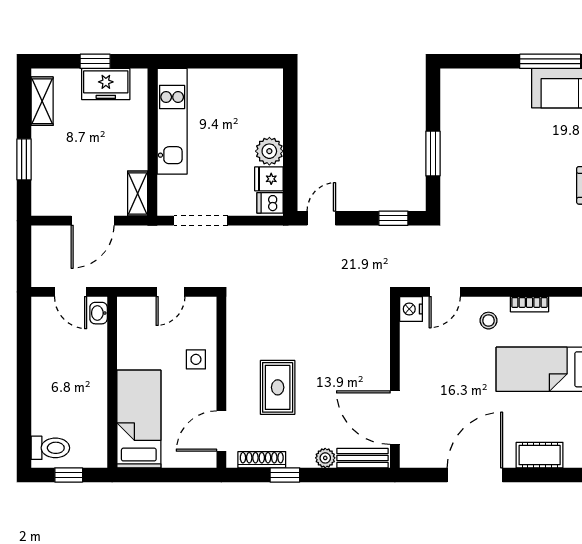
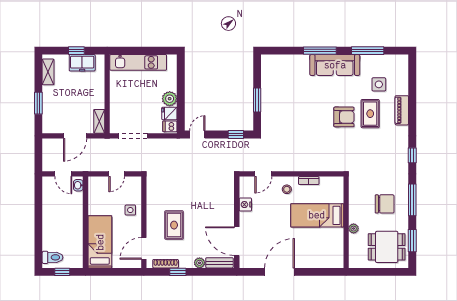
kitchen unit: (172, 121) -> (138, 62), moved, turned 90
nightstand: (411, 309) -> (245, 205), moved
cot: (540, 455) -> (314, 261), removed

